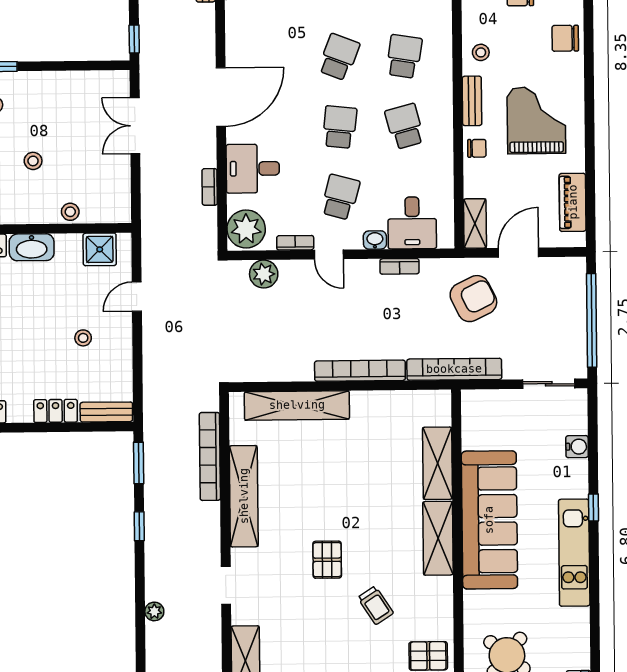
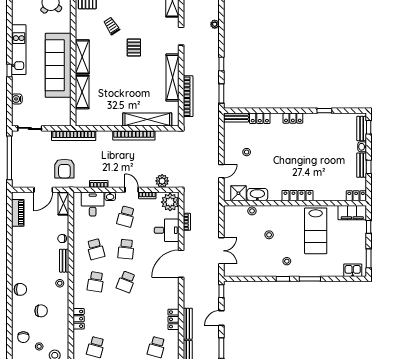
grand piano: (536, 120) -> (34, 251), removed
washbasin: (32, 247) -> (257, 195), moved
armchair: (473, 299) -> (64, 169), turned -64
bookcase: (360, 371) -> (134, 135), moved

